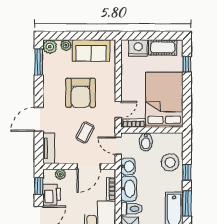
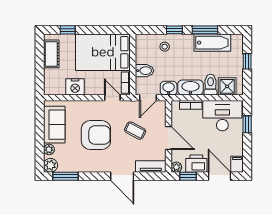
nightstand: (138, 48) -> (75, 87), moved, turned -90
stool: (170, 162) -> (165, 47), width x0.53, depth x0.53
door: (89, 166) -> (169, 138), moved
plant: (60, 174) -> (176, 167), moved

